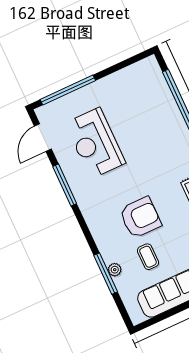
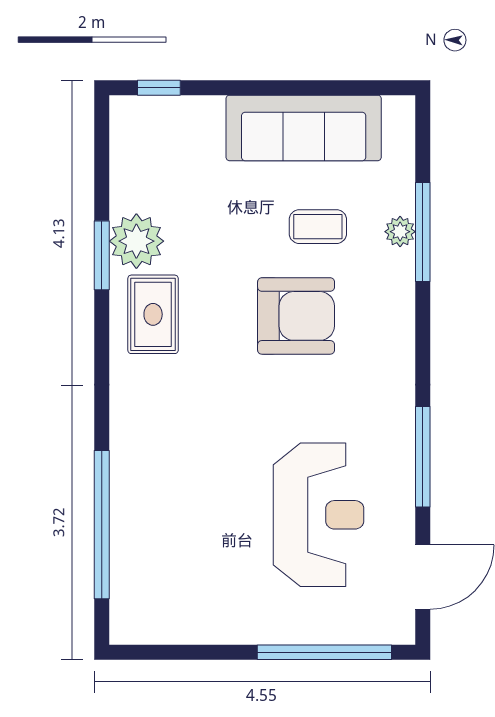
armchair: (140, 217) -> (296, 316), turned 180
coffee table: (148, 257) -> (318, 227), turned 90

